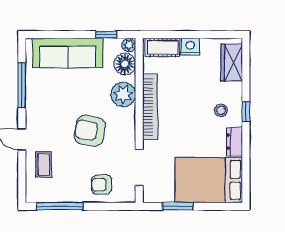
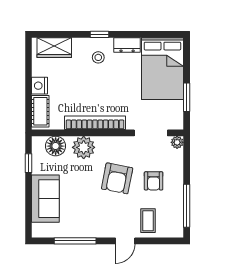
plant: (129, 45) -> (177, 142), moved
sofa: (68, 53) -> (45, 199), width x0.73
coffee table: (44, 164) -> (148, 221), turned 90
armchair: (101, 185) -> (154, 181), moved

